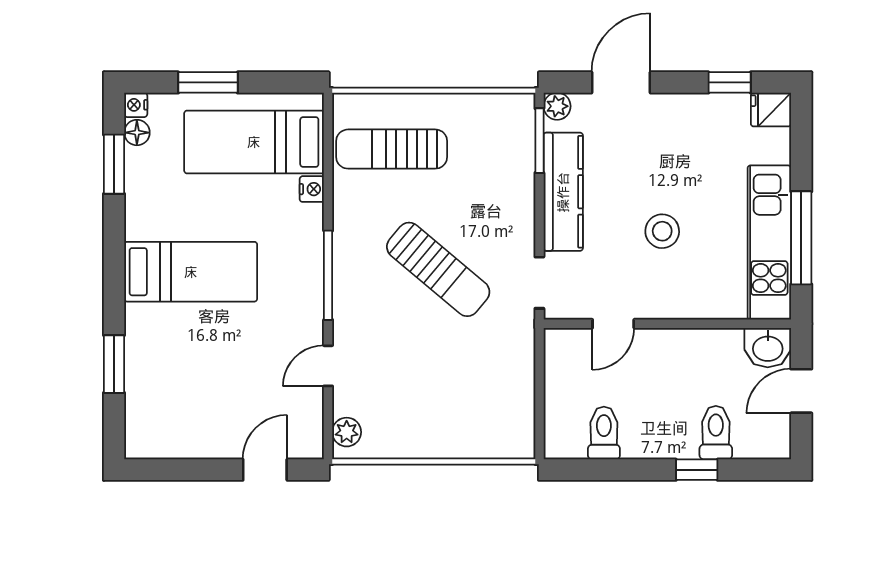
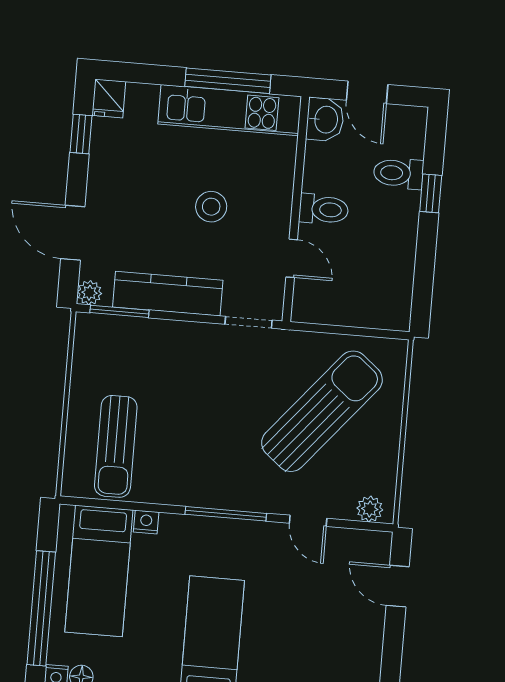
window: (208, 82) -> (41, 608), width x2.11
sun lounger: (438, 269) -> (322, 411), moved, width x1.36, depth x1.34
toilet: (604, 433) -> (324, 209), moved, turned 180

